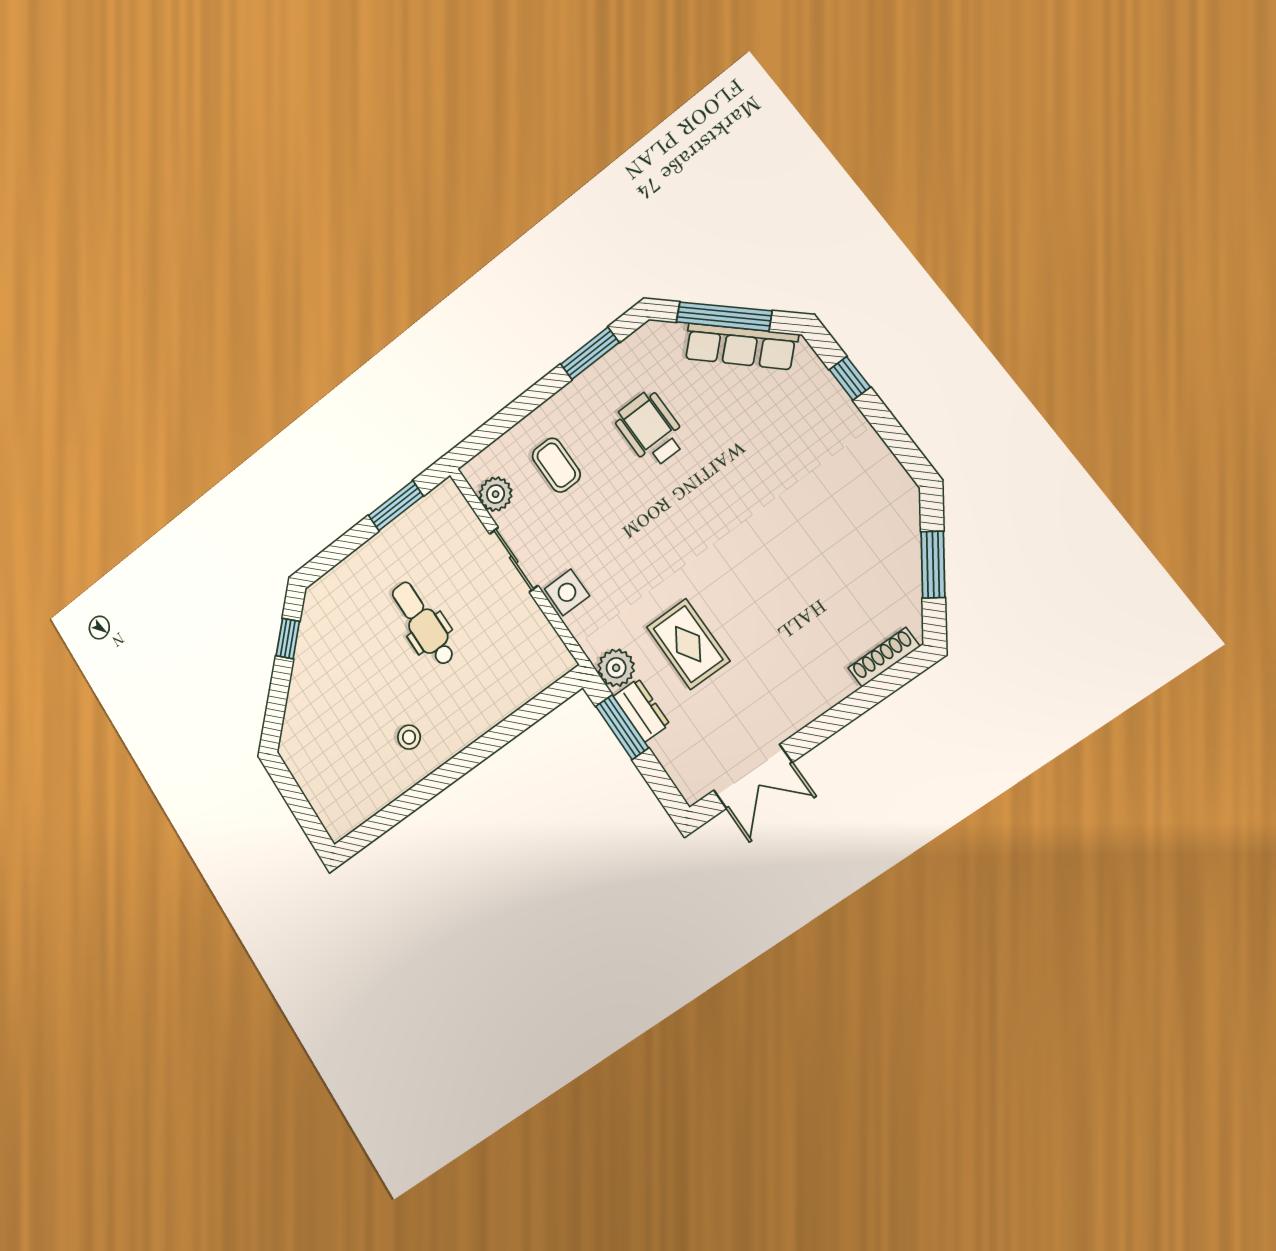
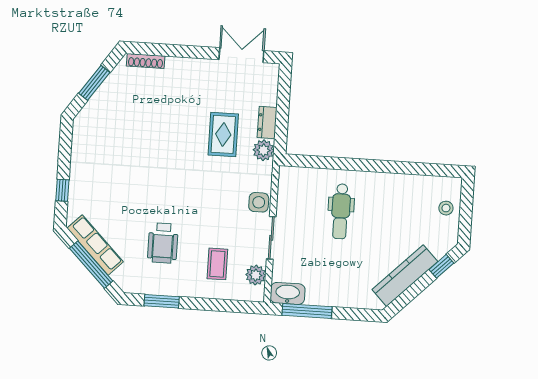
window: (396, 506) -> (307, 311), width x1.44
washbasin: (437, 506) -> (288, 293), added
dental chair: (423, 624) -> (341, 211), moved
window: (288, 639) -> (441, 266), moved
kitchen counter: (311, 656) -> (405, 276), added
window: (622, 727) -> (282, 122), removed
stool: (409, 737) -> (446, 208), moved

